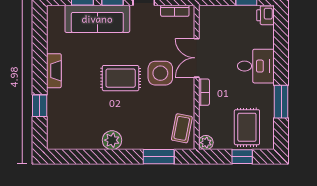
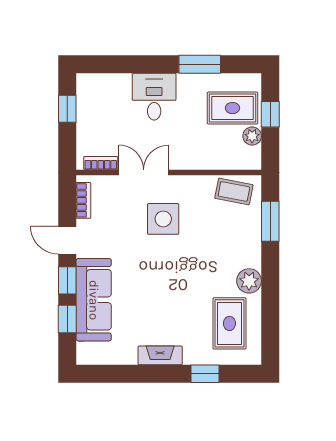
printer: (265, 15) -> (89, 84), removed
double door: (197, 58) -> (144, 172), swing flipped
rug: (121, 78) -> (229, 323), moved
bookcase: (204, 92) -> (101, 163), moved
plant: (206, 143) -> (252, 136), moved

